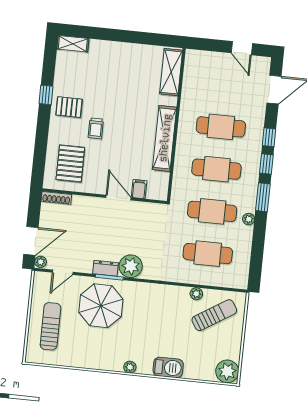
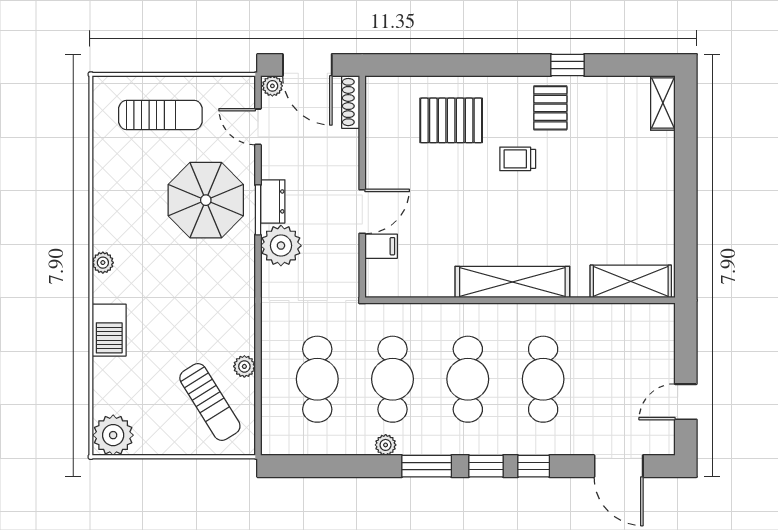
filing cabinet: (139, 189) -> (381, 246), moved
wall: (105, 196) -> (362, 187), moved
shoe rack: (56, 198) -> (351, 102), moved
door: (118, 198) -> (362, 211), moved

